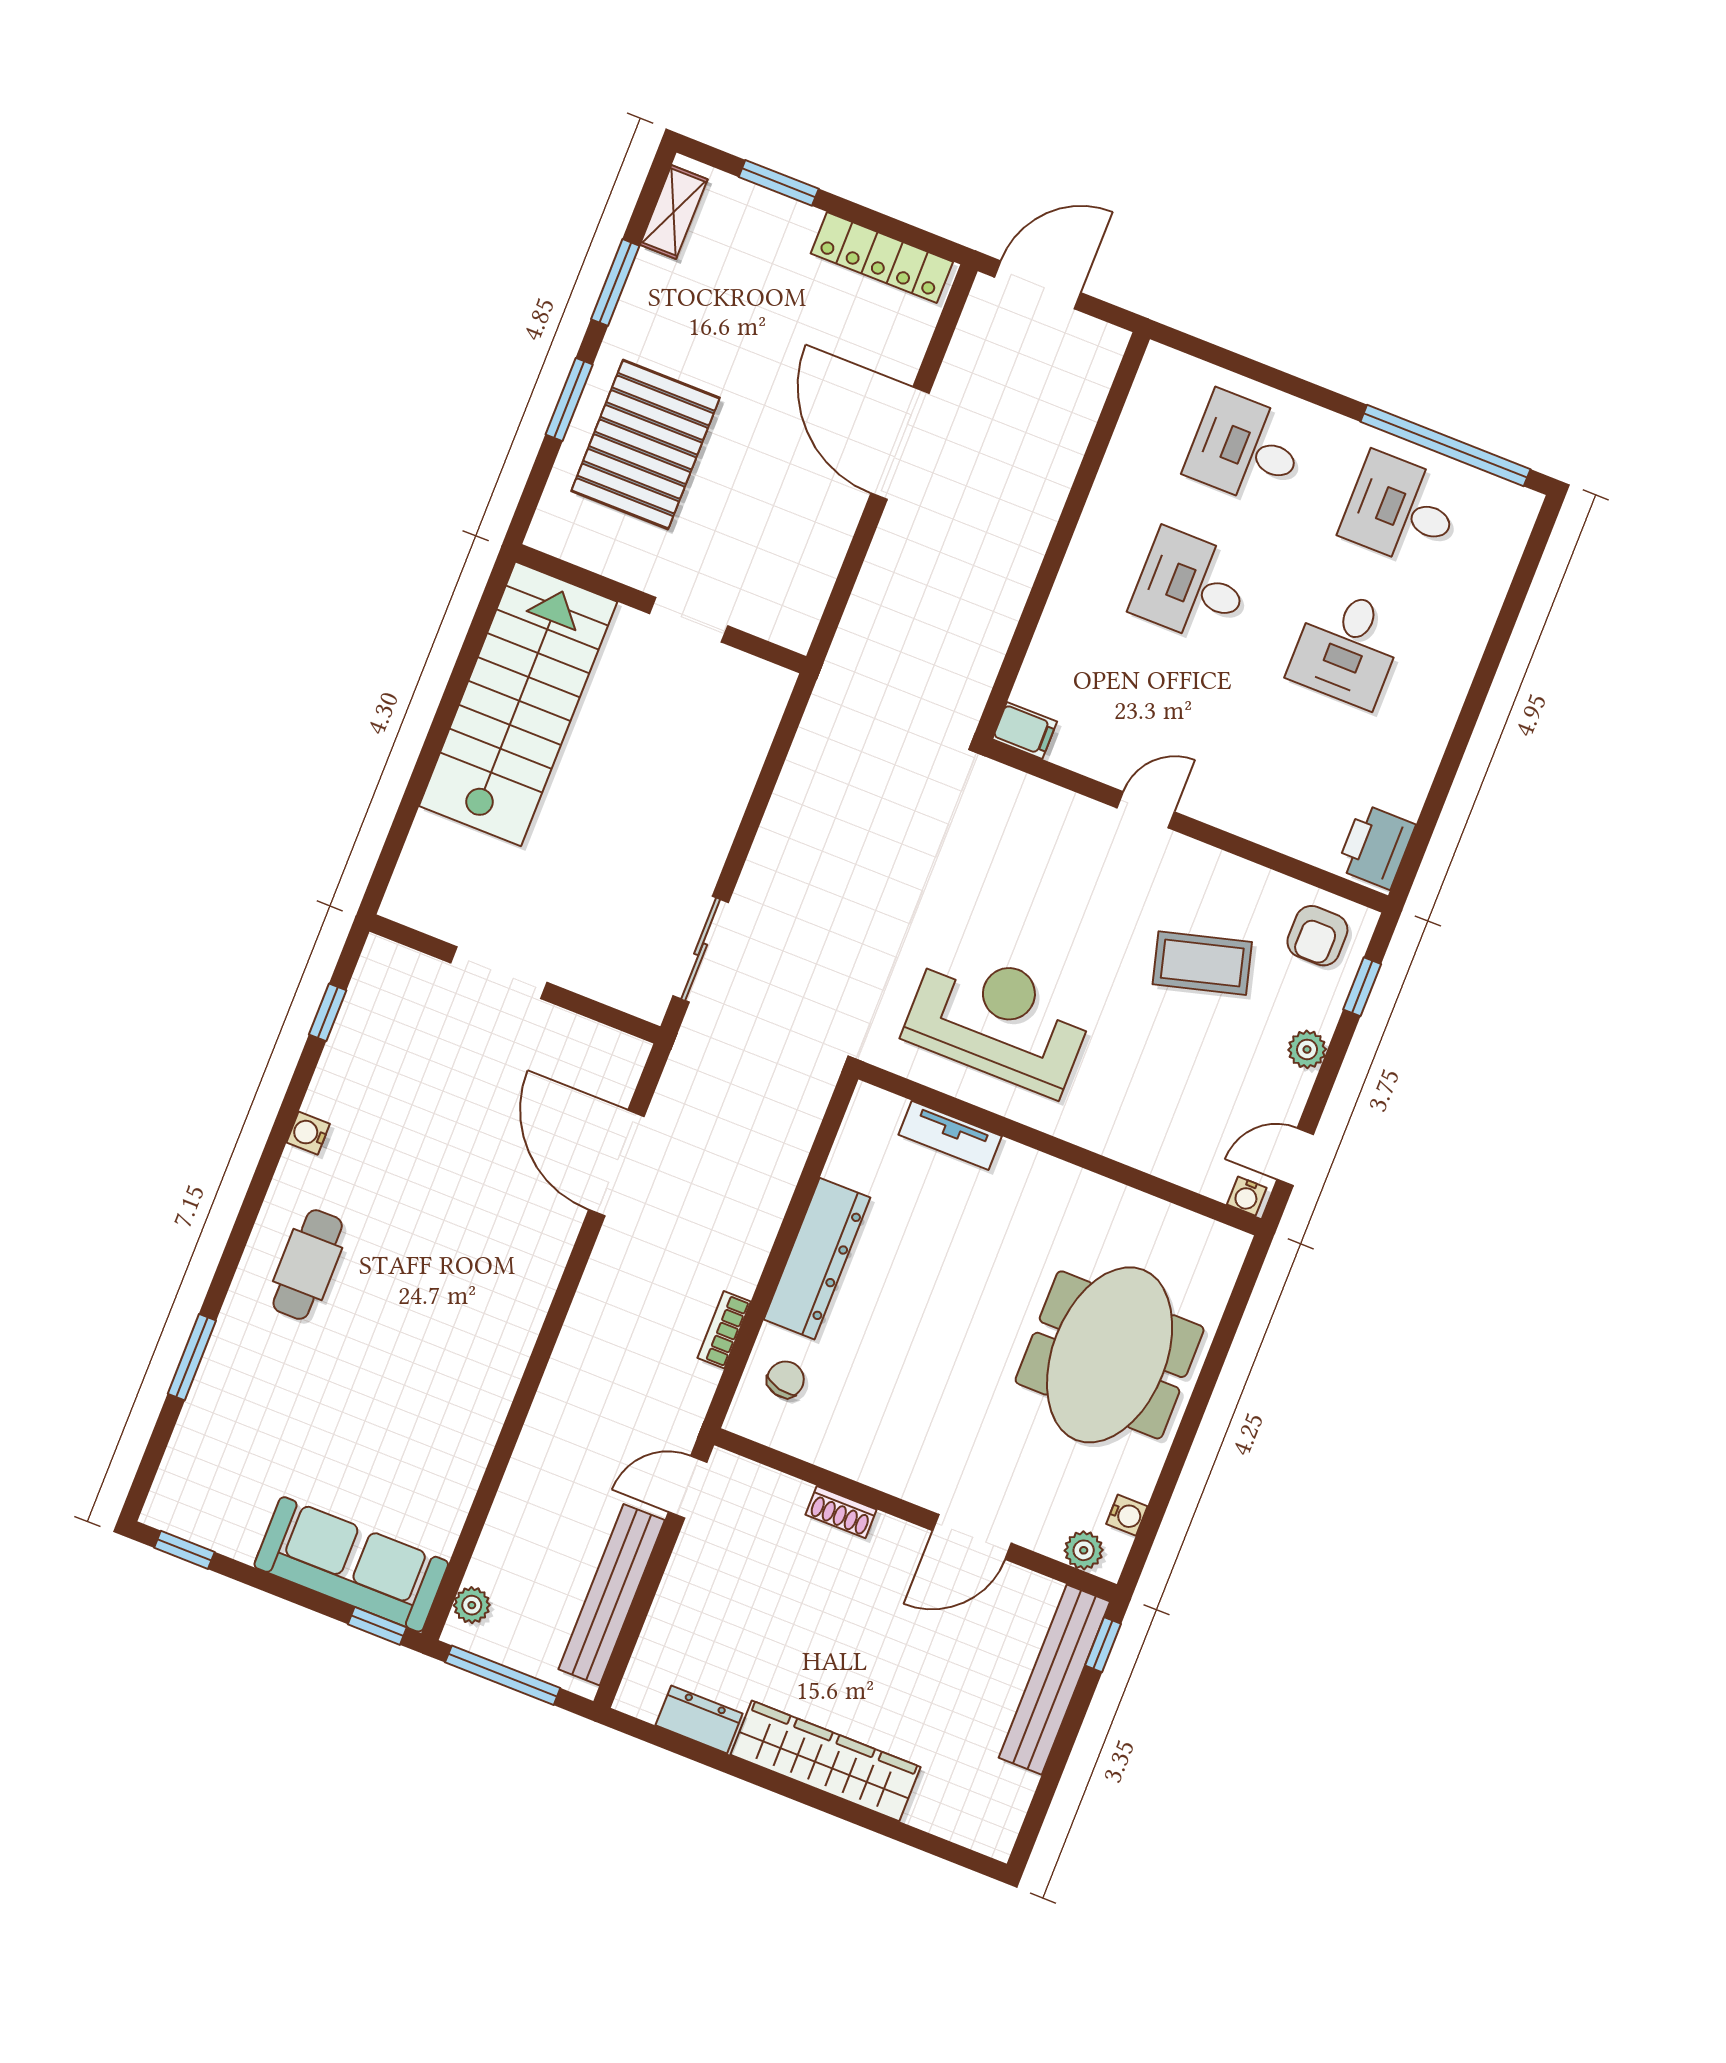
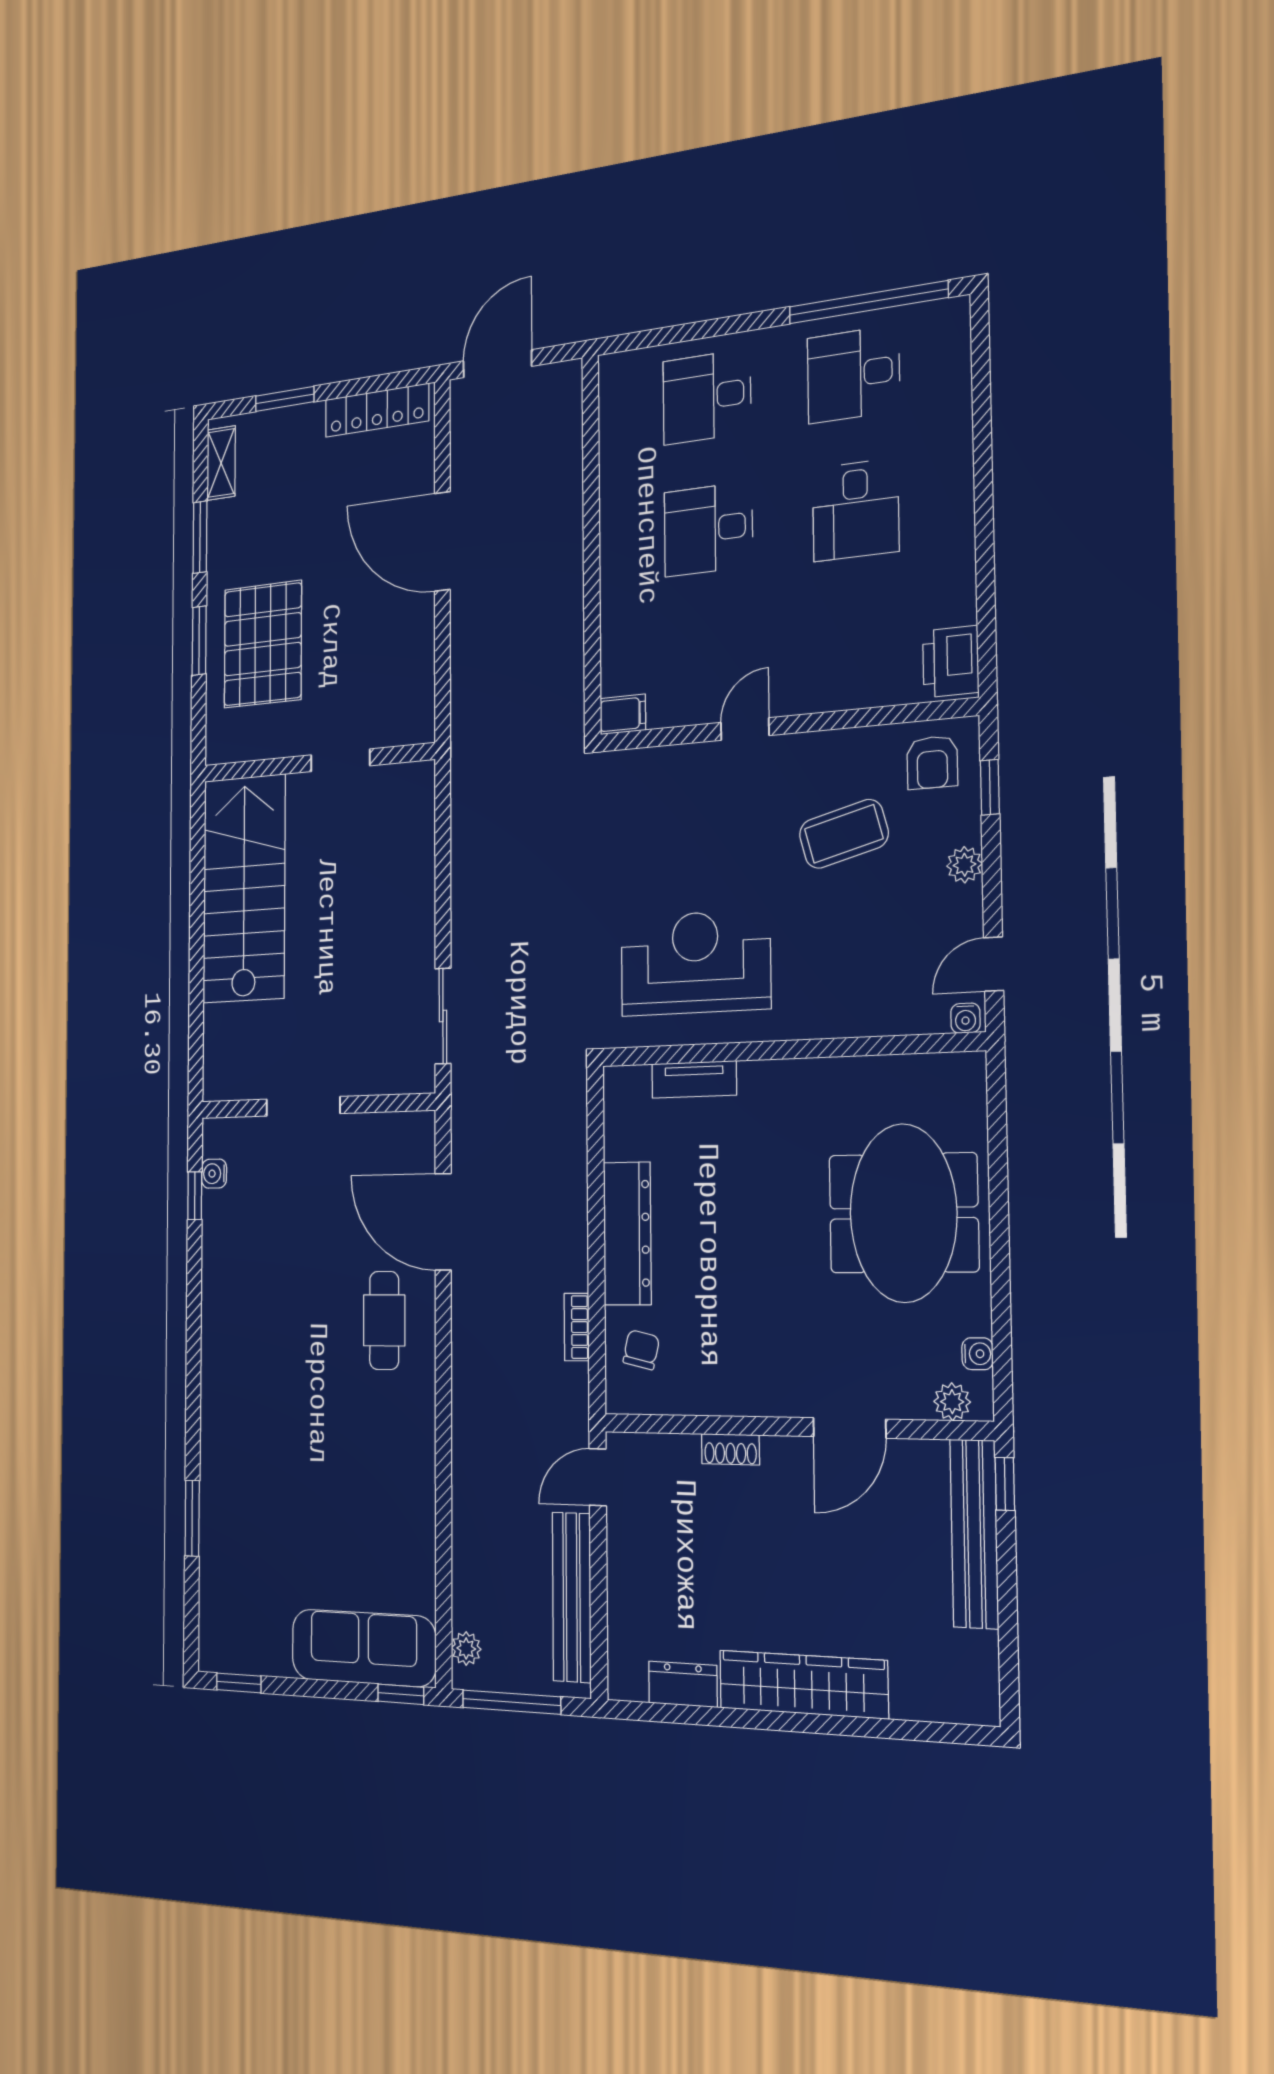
water cooler: (308, 1133) -> (214, 1174), moved
cafe table: (308, 1265) -> (384, 1320), moved

